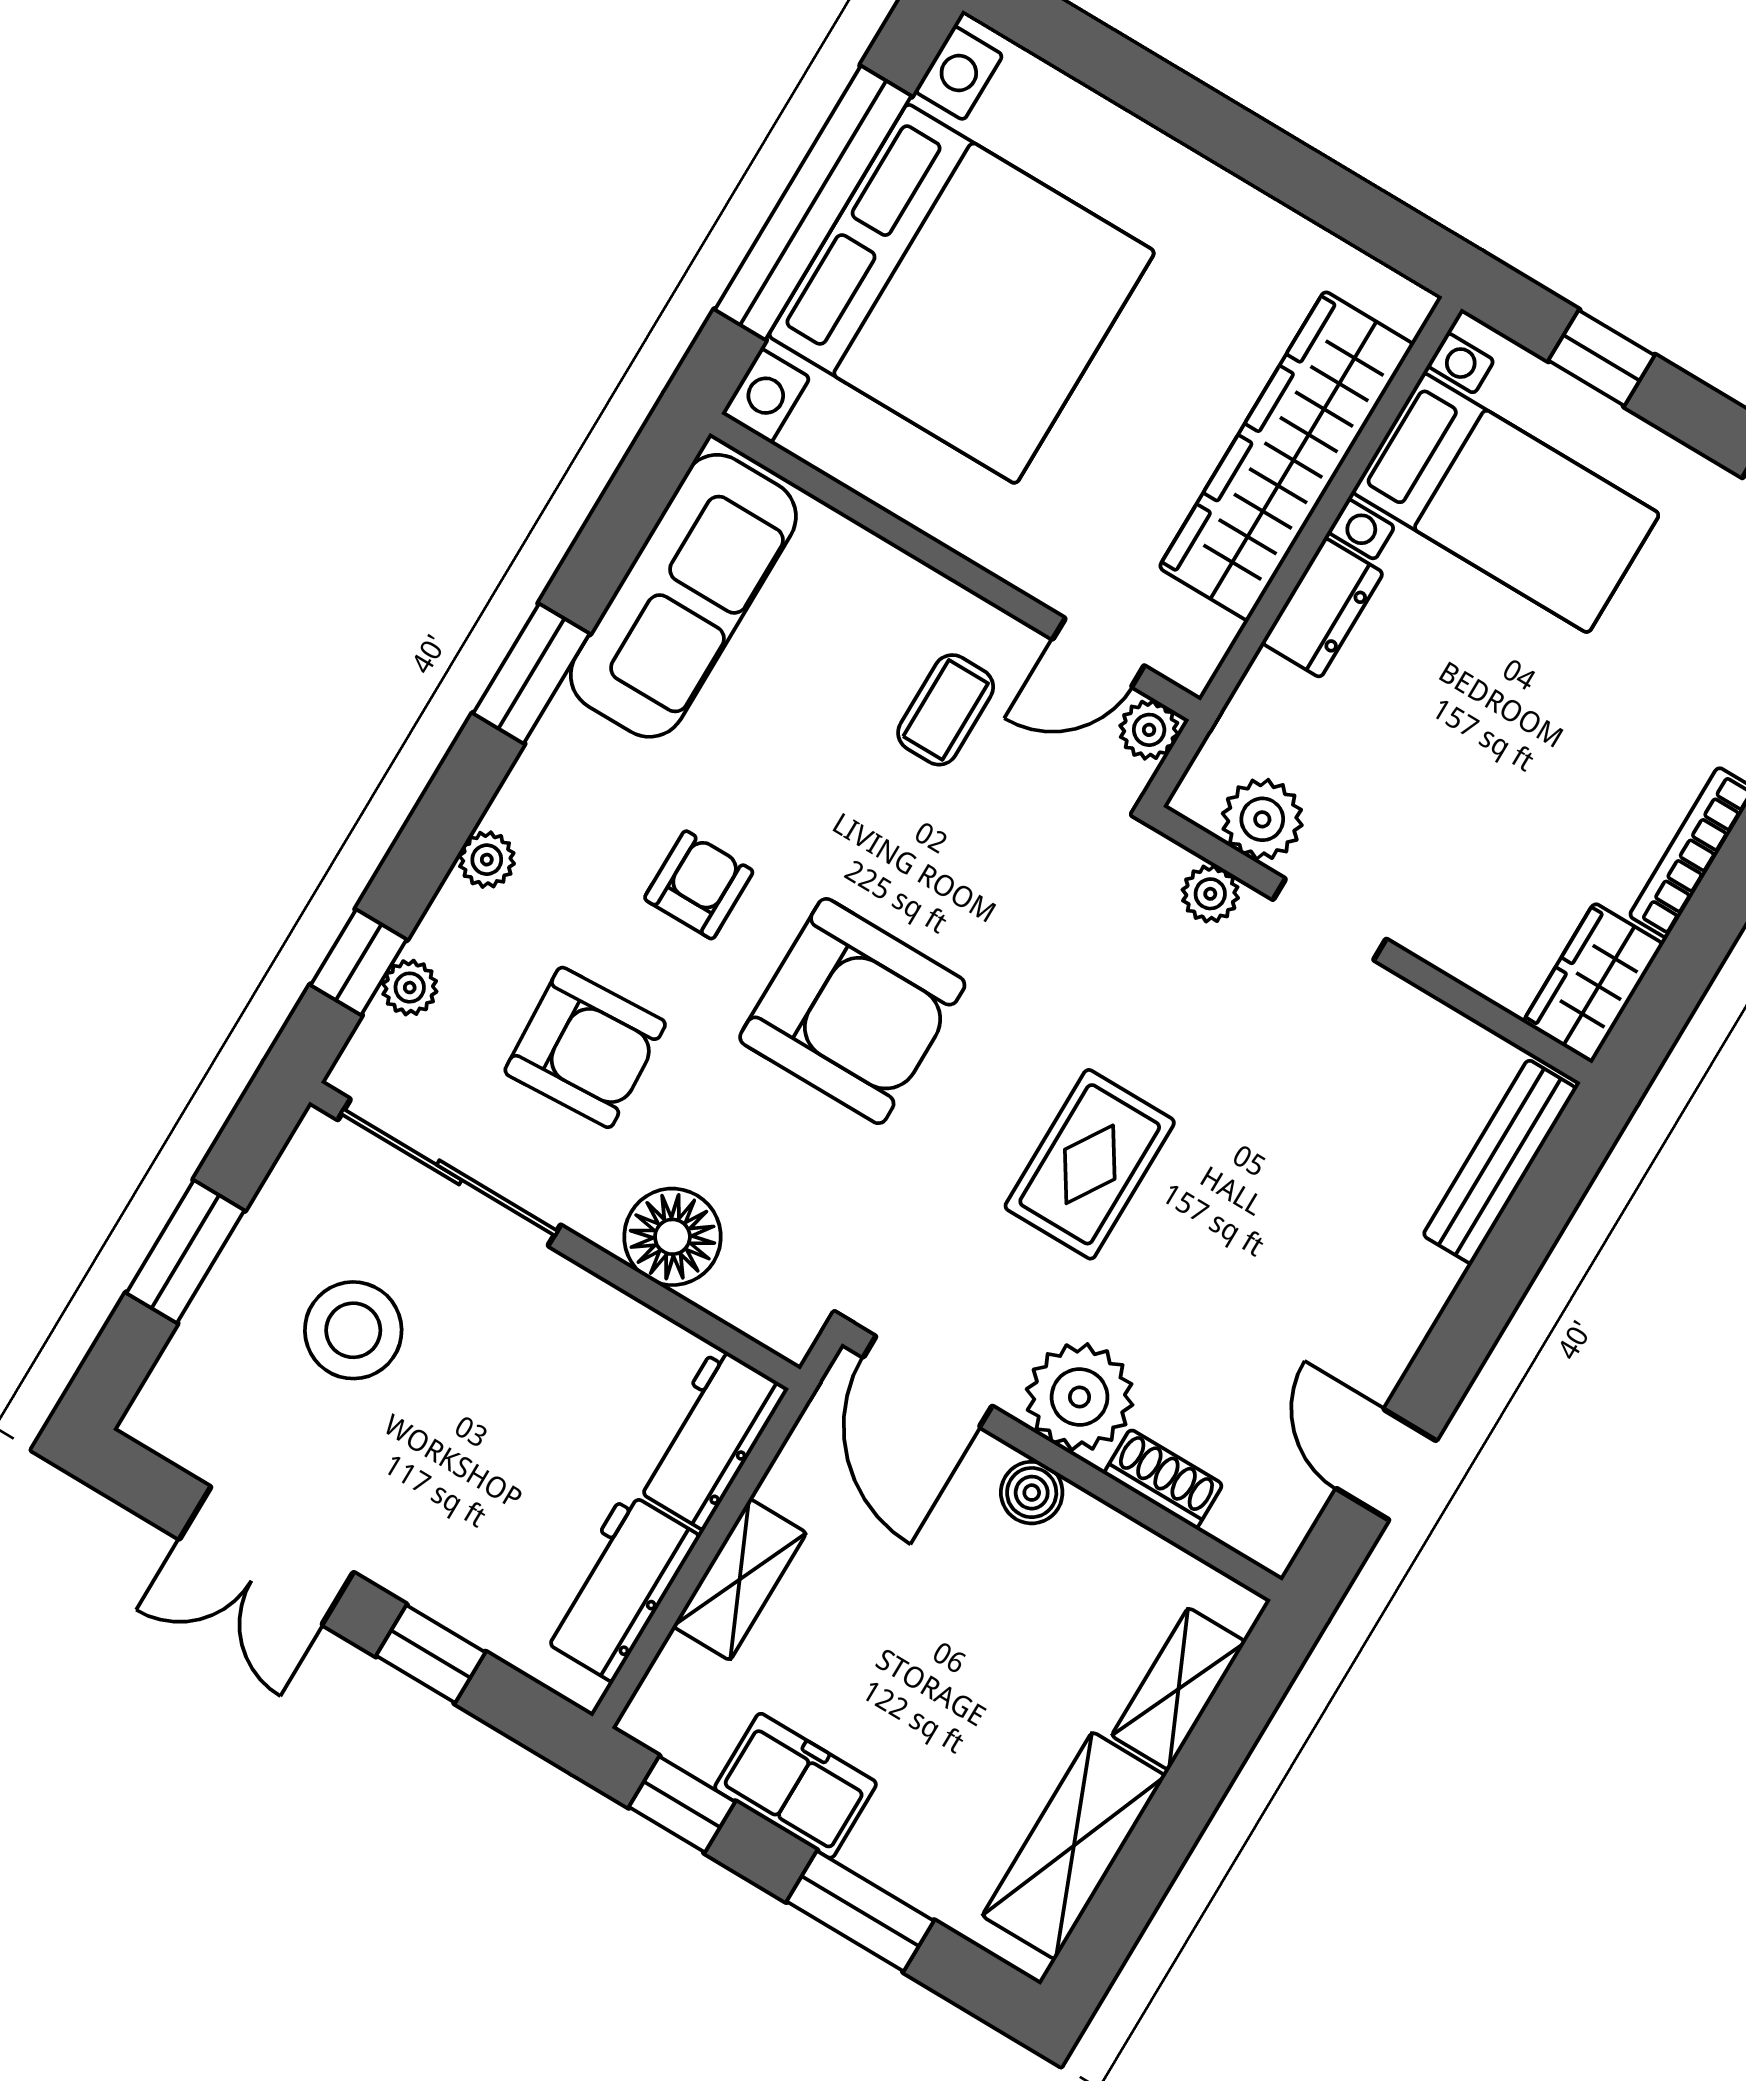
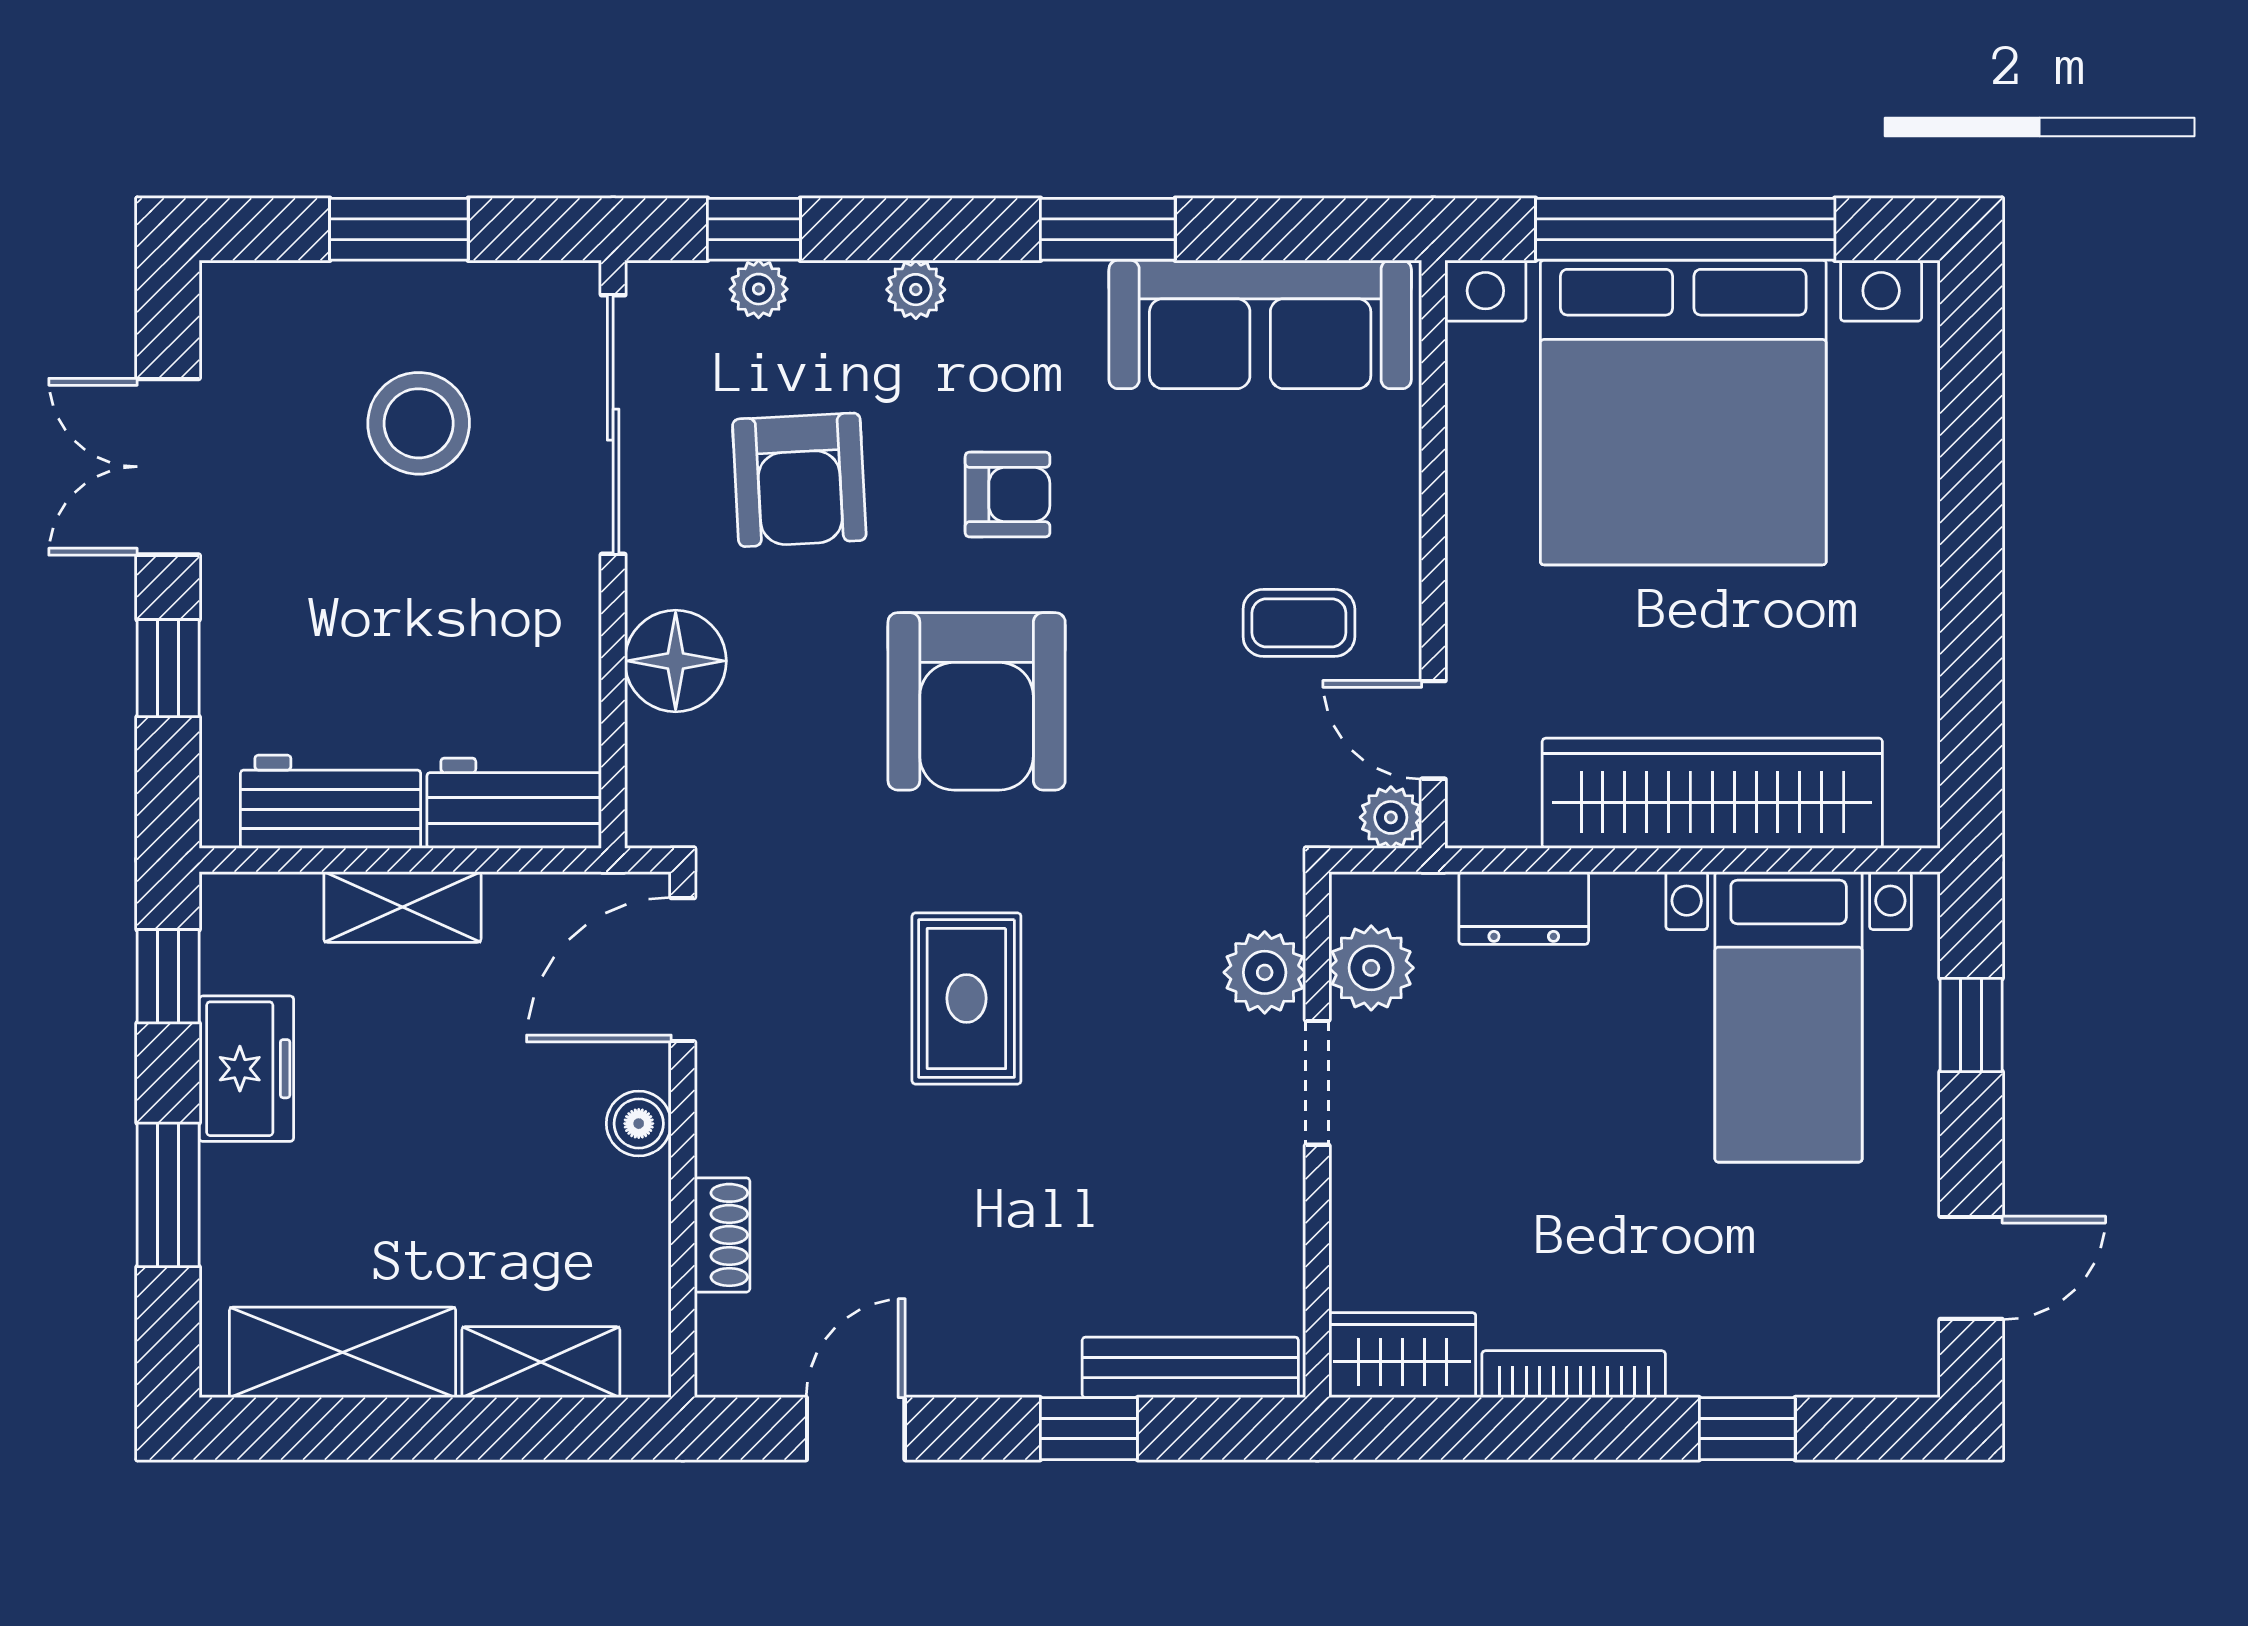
dresser: (1322, 608) -> (1524, 908), moved
plant: (1210, 894) -> (1265, 972), width x1.38, depth x1.38
rug: (1090, 1164) -> (966, 998), turned 90
window: (1500, 1274) -> (1089, 1429), added
plant: (1080, 1397) -> (751, 1115), removed

